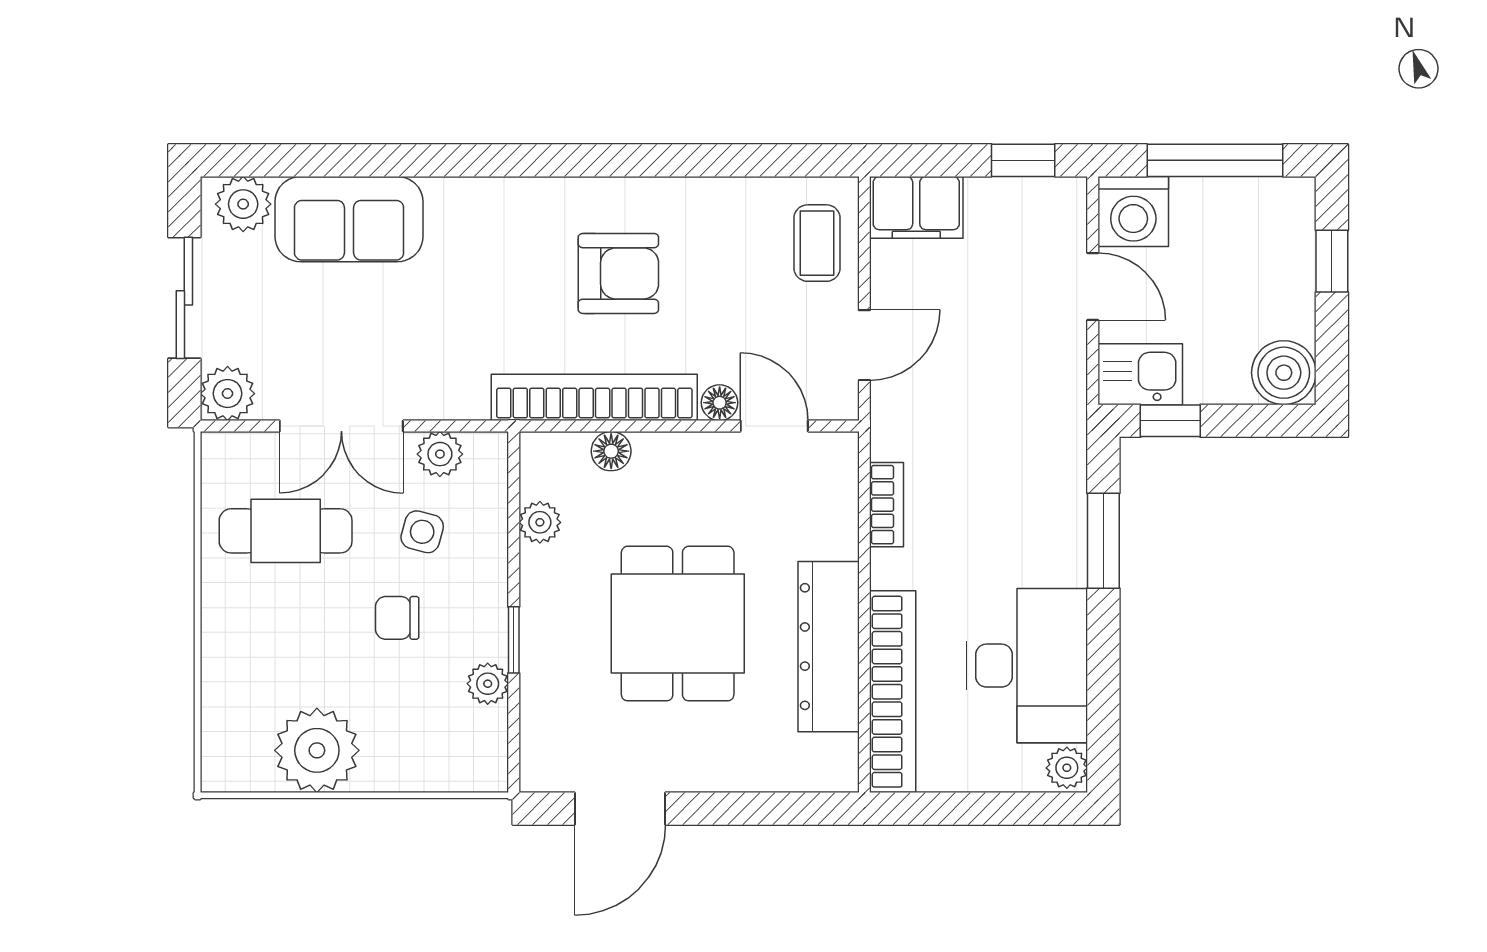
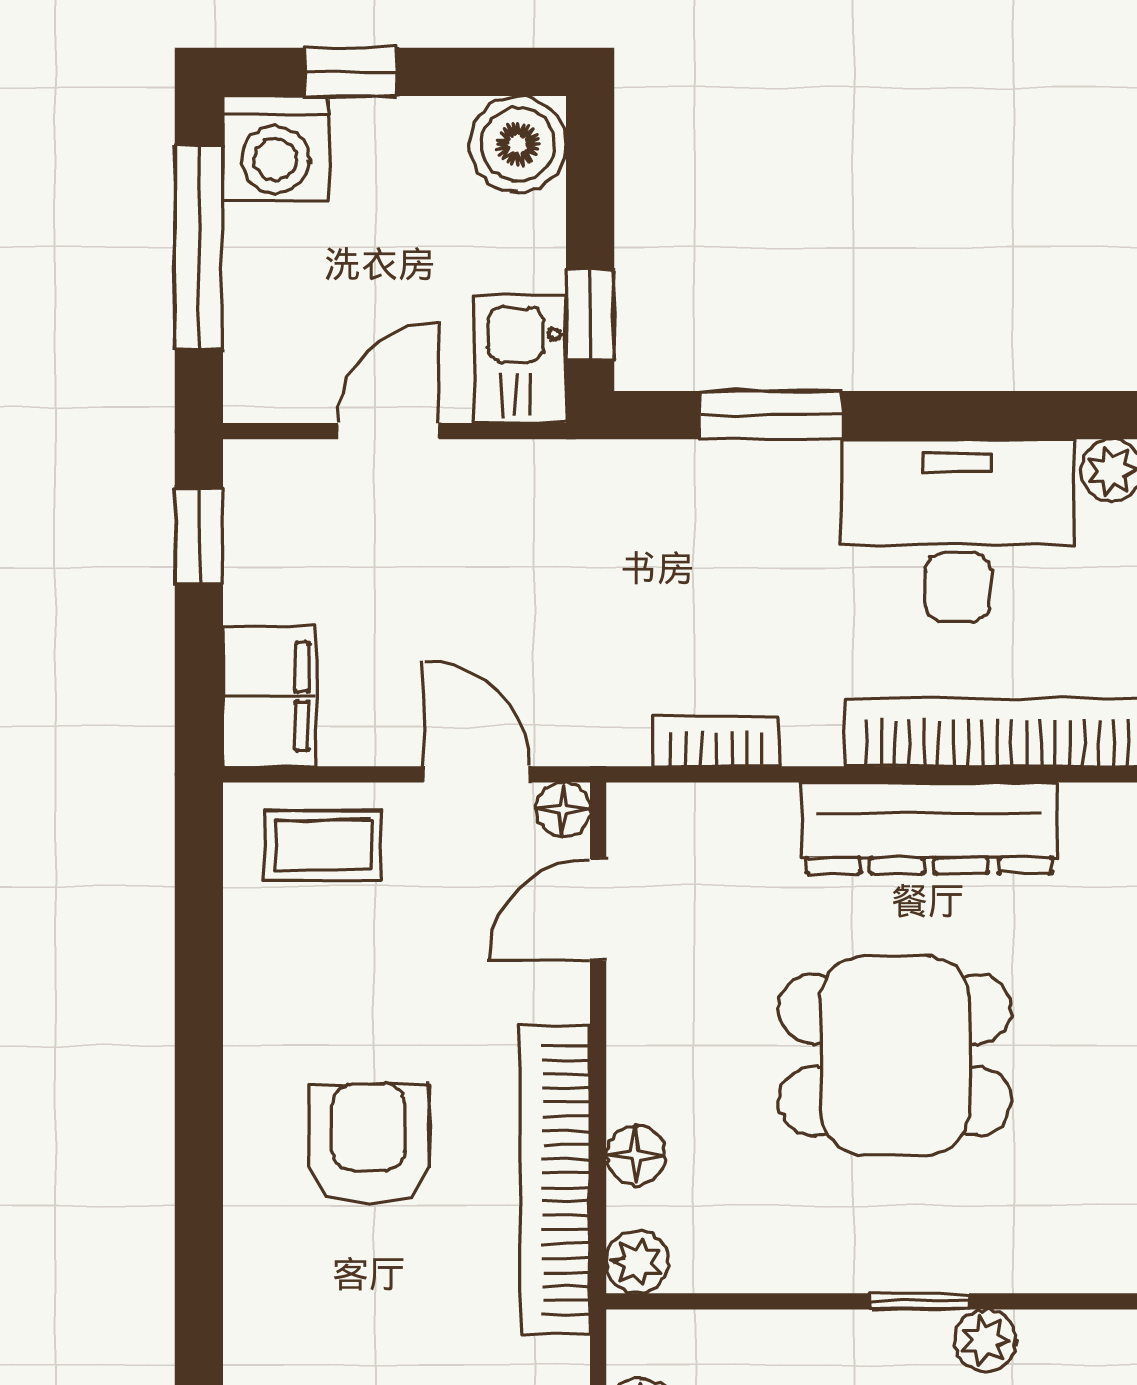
washing machine: (1133, 212) -> (276, 149), moved, turned 90
floor lamp: (720, 403) -> (563, 810), moved
plant: (540, 522) -> (637, 1262), moved

